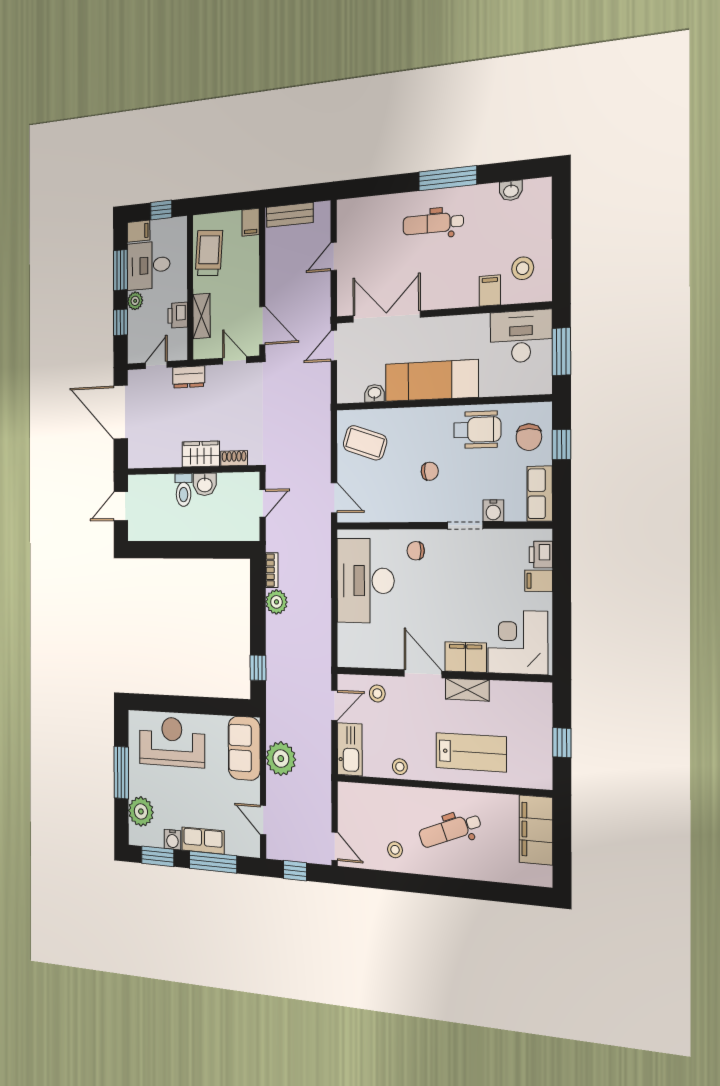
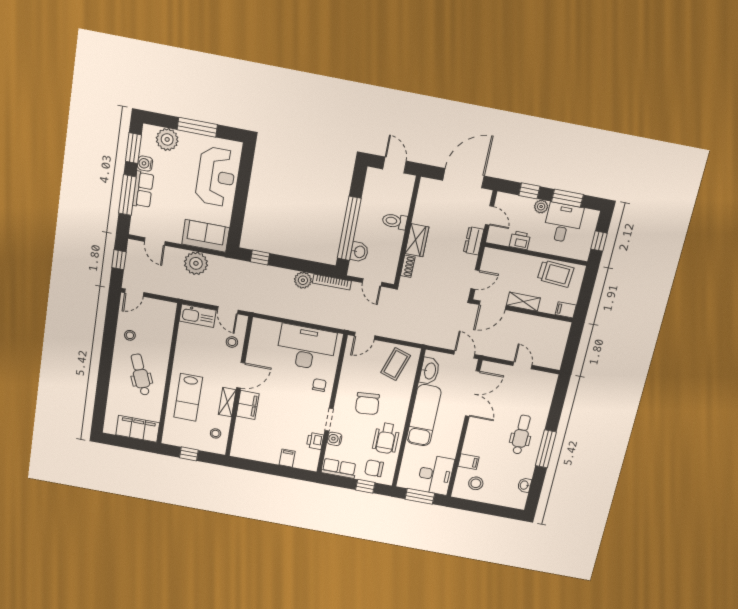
bench: (290, 215) -> (560, 340), removed
filing cabinet: (139, 231) -> (590, 219), removed
shelving: (201, 316) -> (523, 302), moved
washbasin: (374, 393) -> (430, 371), width x1.91, depth x1.45
chair: (430, 471) -> (367, 404), width x1.87, depth x1.87
washbasin: (205, 484) -> (359, 252), moved, turned 180
window: (202, 550) -> (349, 228), added
printer: (541, 555) -> (315, 441), moved, turned -90
bookcase: (272, 570) -> (332, 282), width x1.56
corner desk: (518, 642) -> (252, 439), removed
stool: (400, 767) -> (216, 433), moved
door: (263, 820) -> (155, 241), swing flipped

